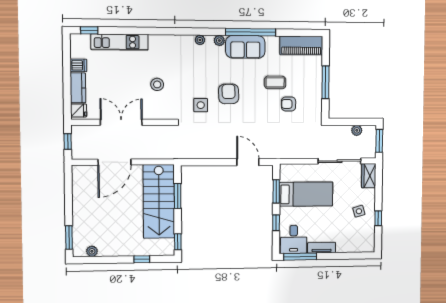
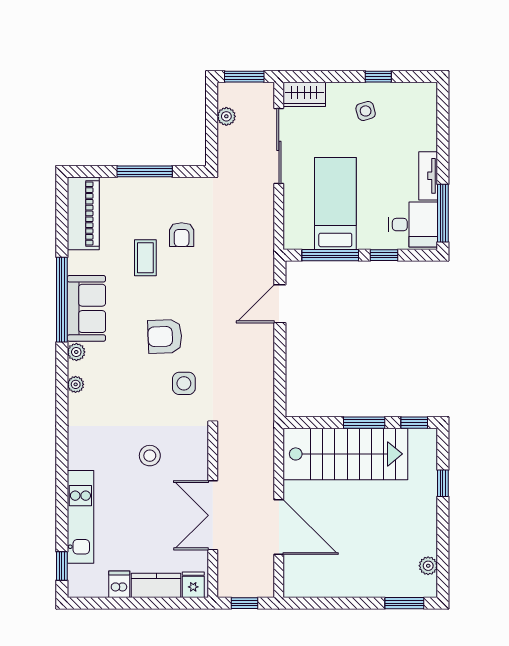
window: (276, 191) -> (330, 255), width x1.44
window: (178, 196) -> (364, 423), moved

